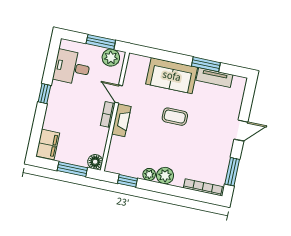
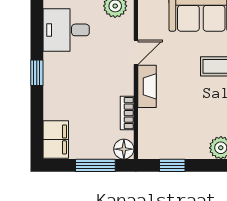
door: (119, 94) -> (136, 52), swing flipped
bookcase: (108, 114) -> (127, 113), moved
plant: (149, 174) -> (199, 151), removed

